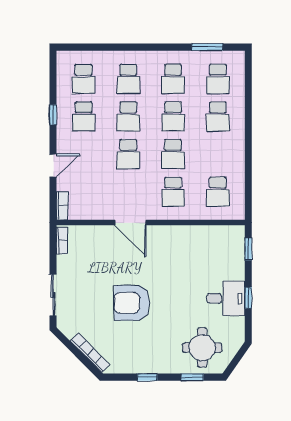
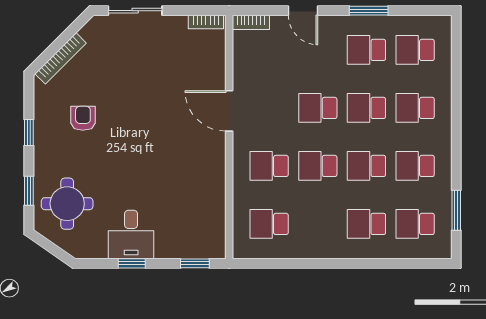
window: (53, 115) -> (369, 11), width x1.50
door: (131, 223) -> (229, 111), hinge flipped
armchair: (132, 303) -> (83, 118), moved, width x0.53, depth x0.53

